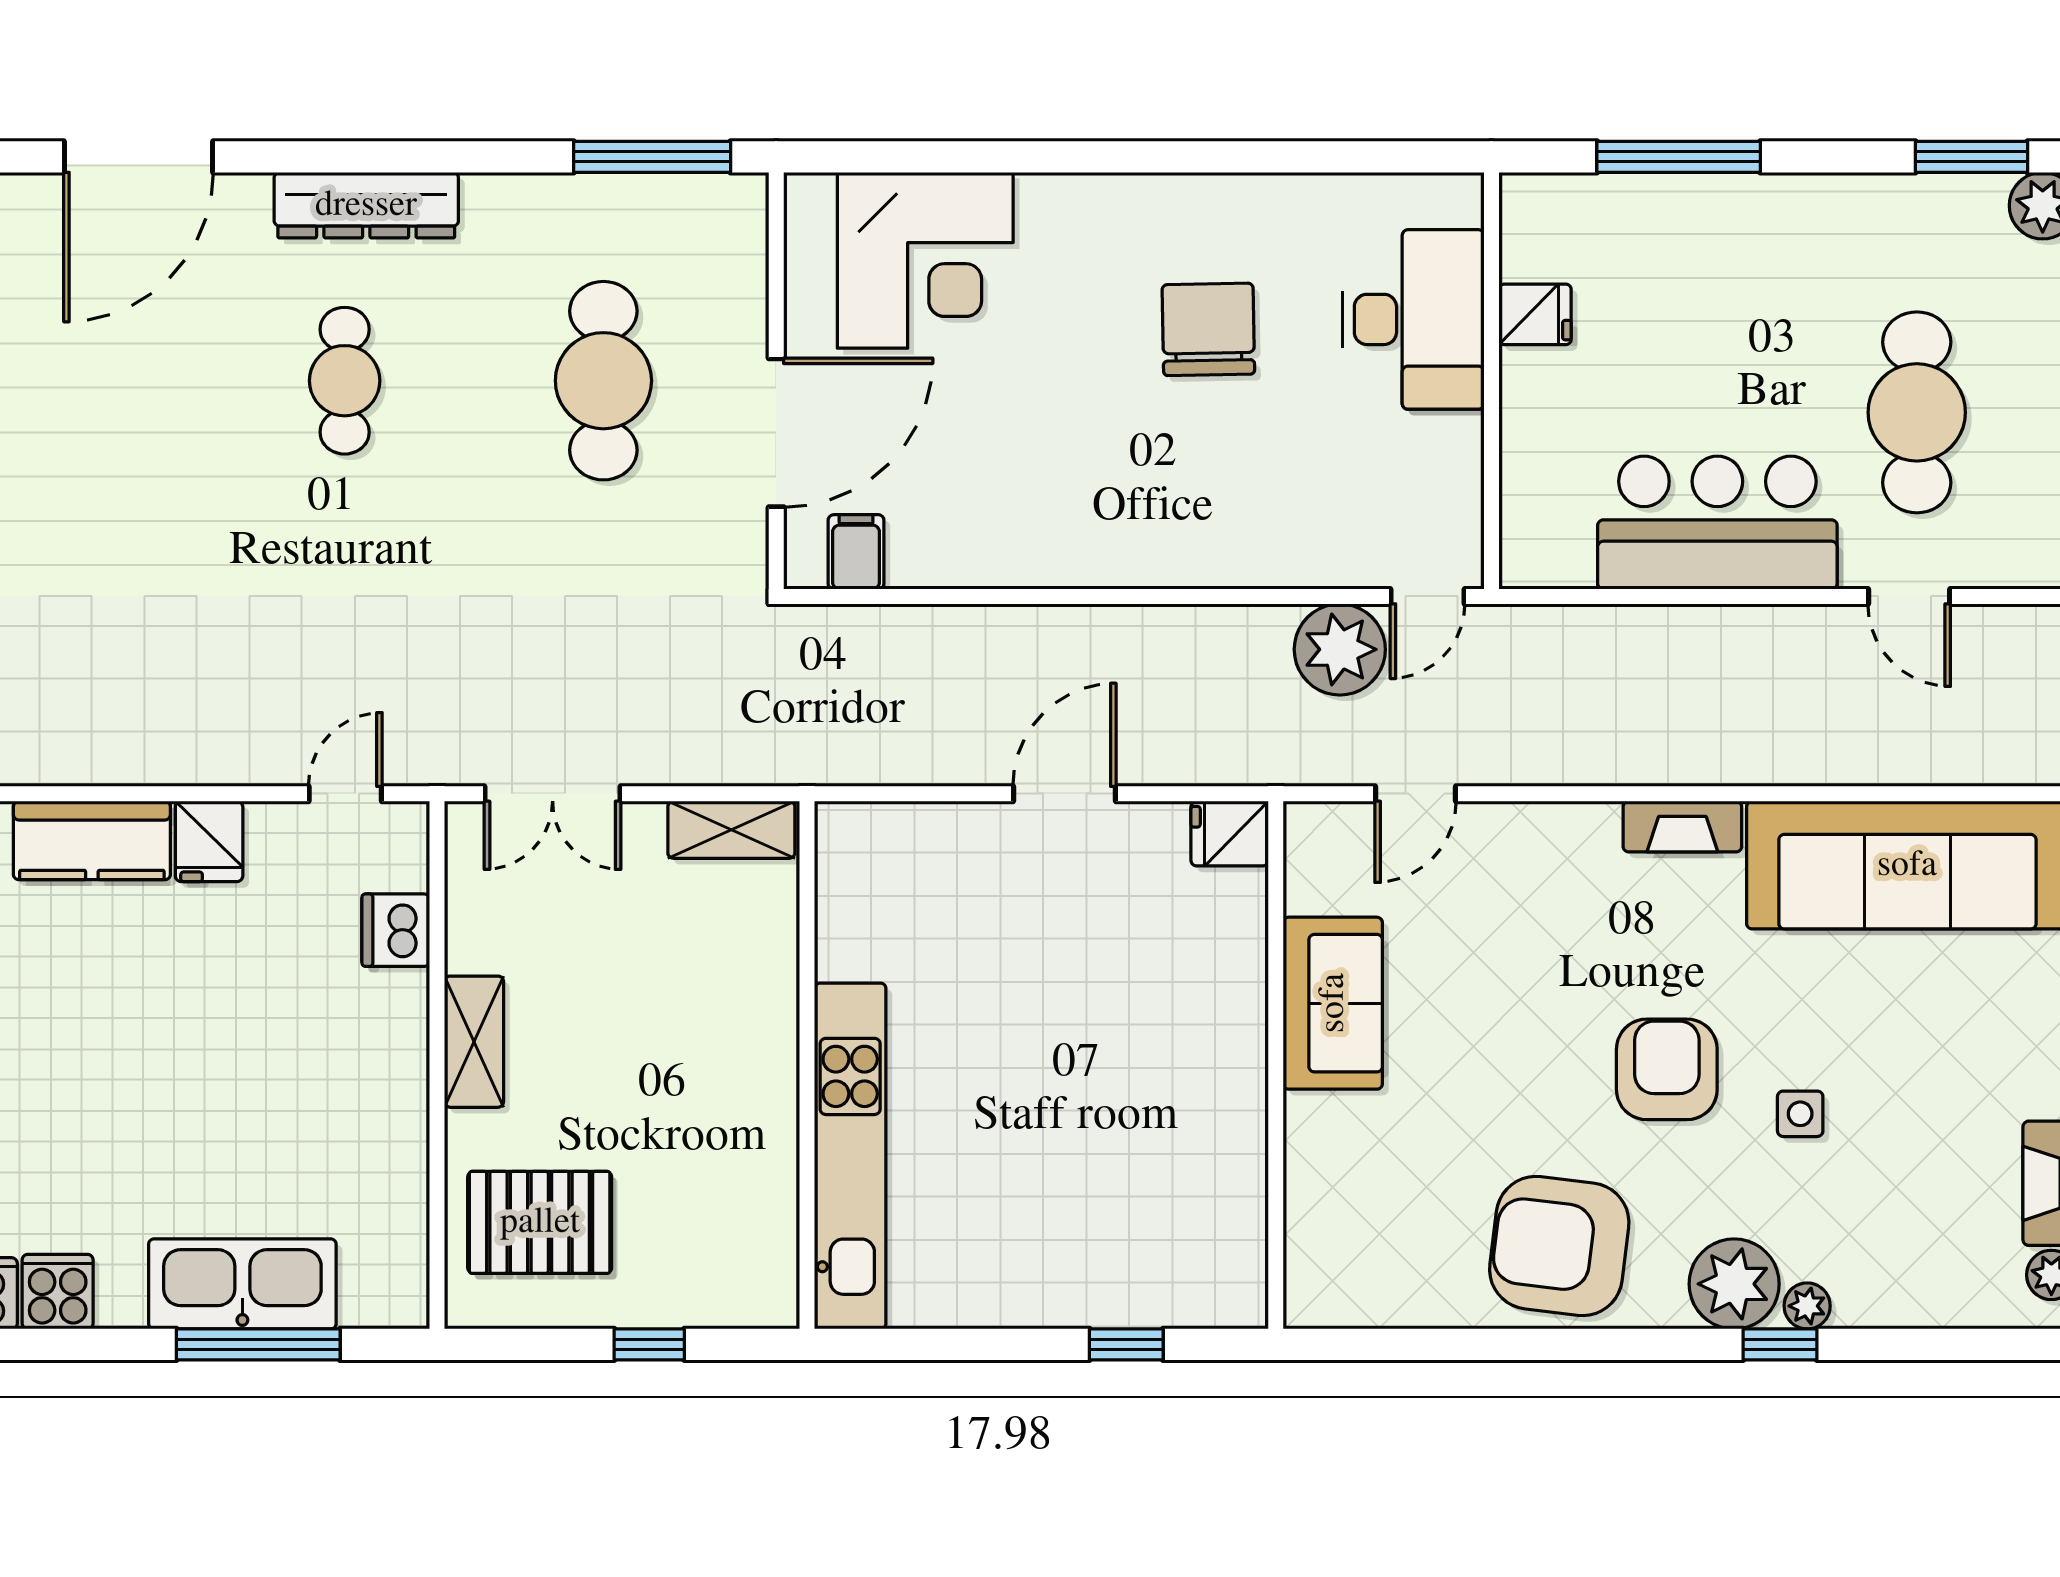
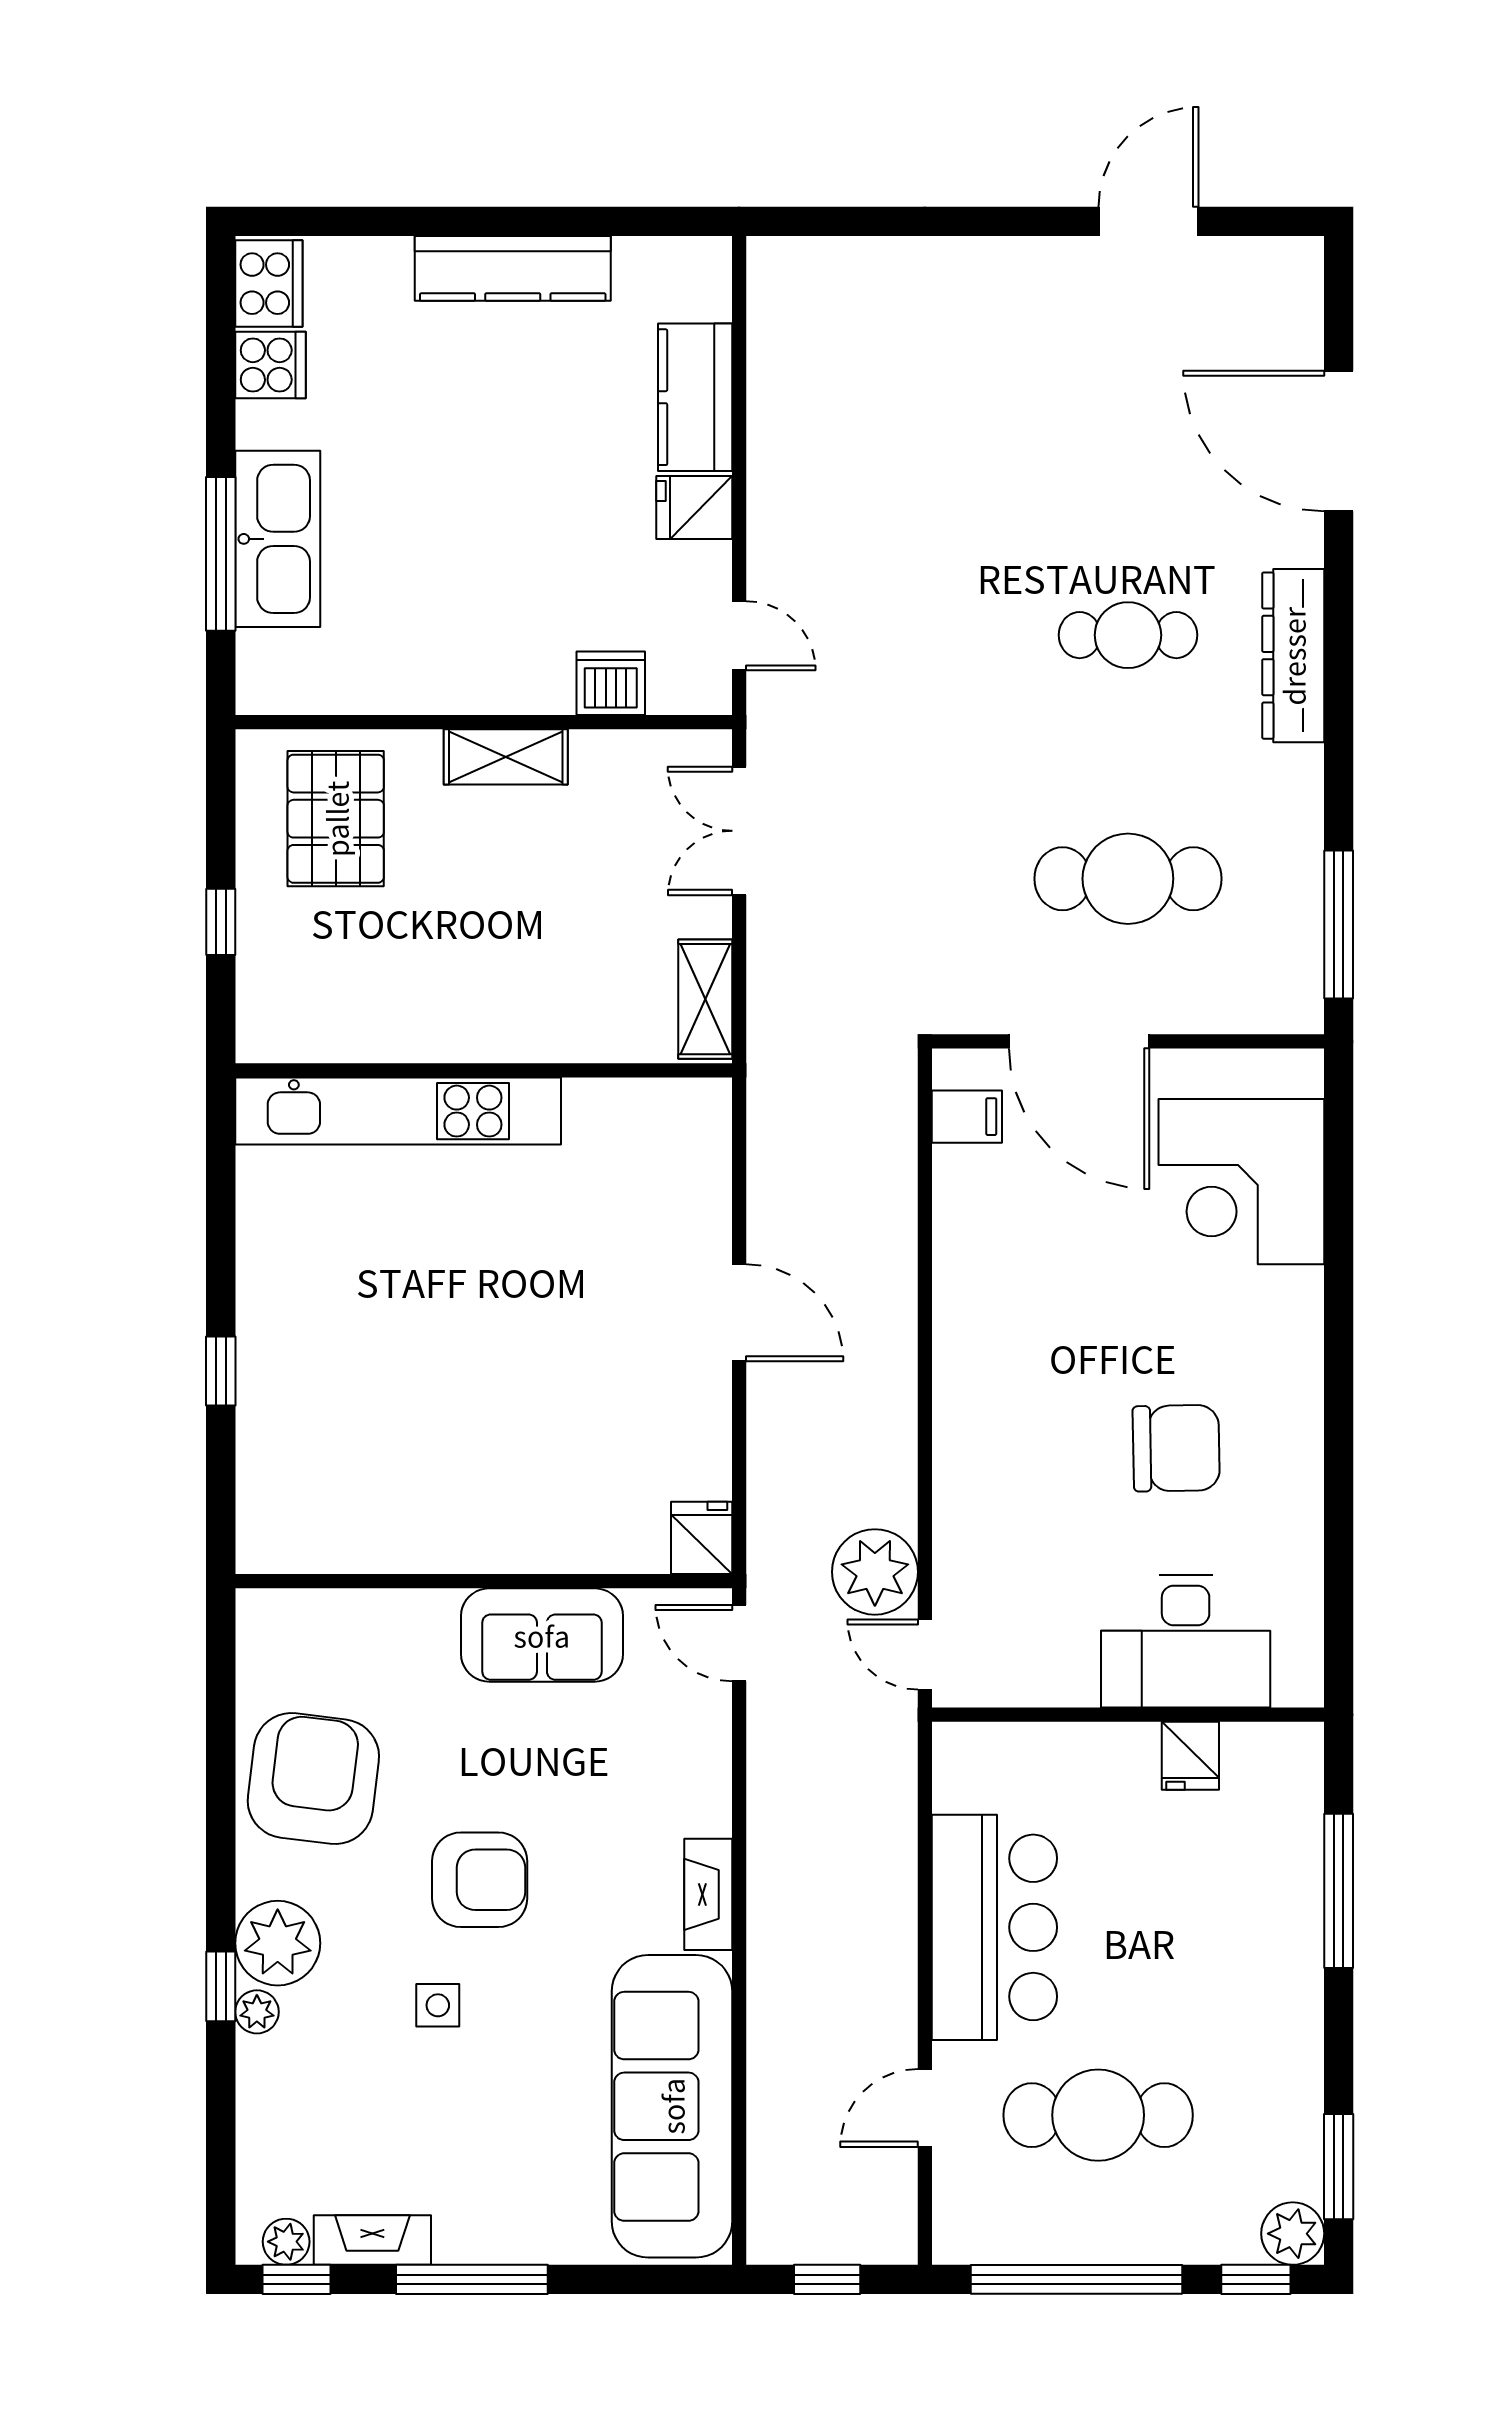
fridge: (1230, 834) -> (702, 1538), moved
sofa: (1333, 1003) -> (542, 1635), moved
wall: (1276, 1065) -> (484, 1581), moved

